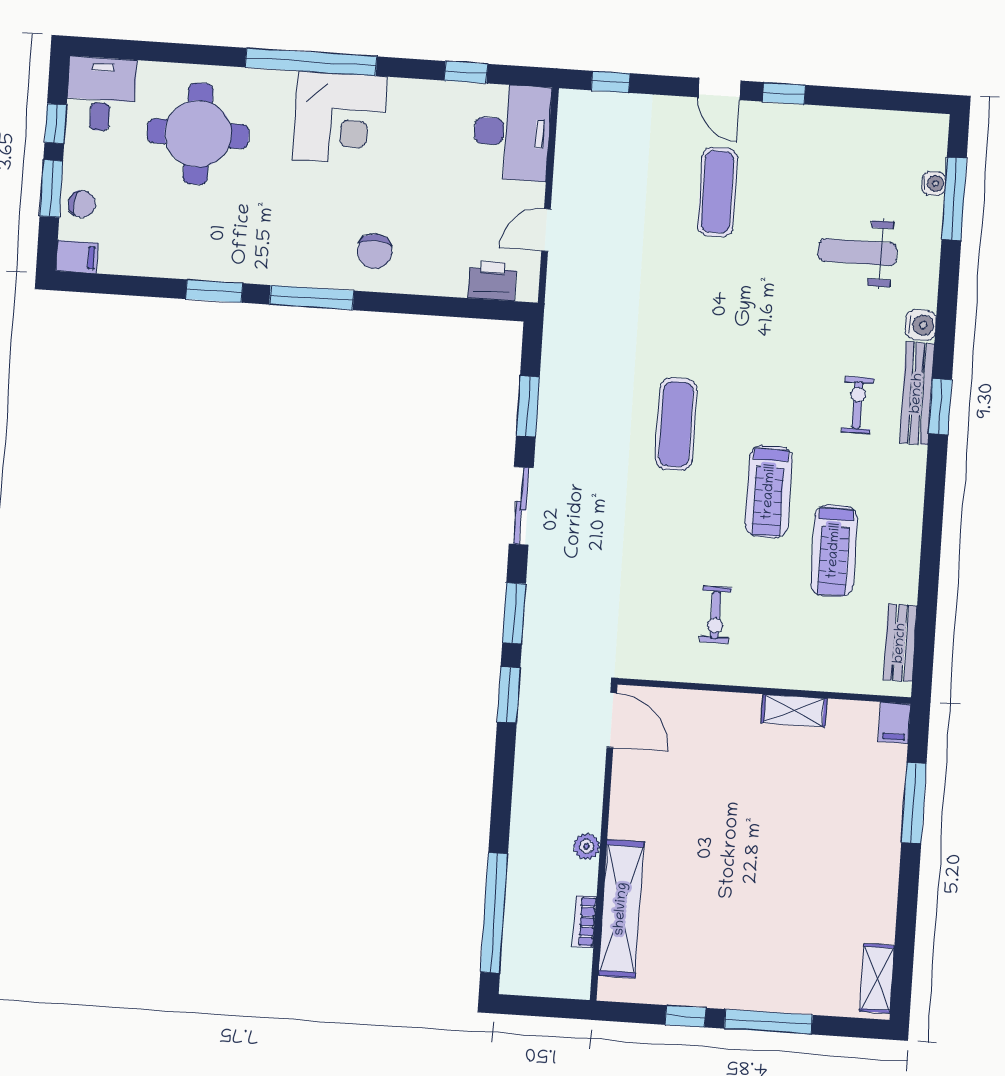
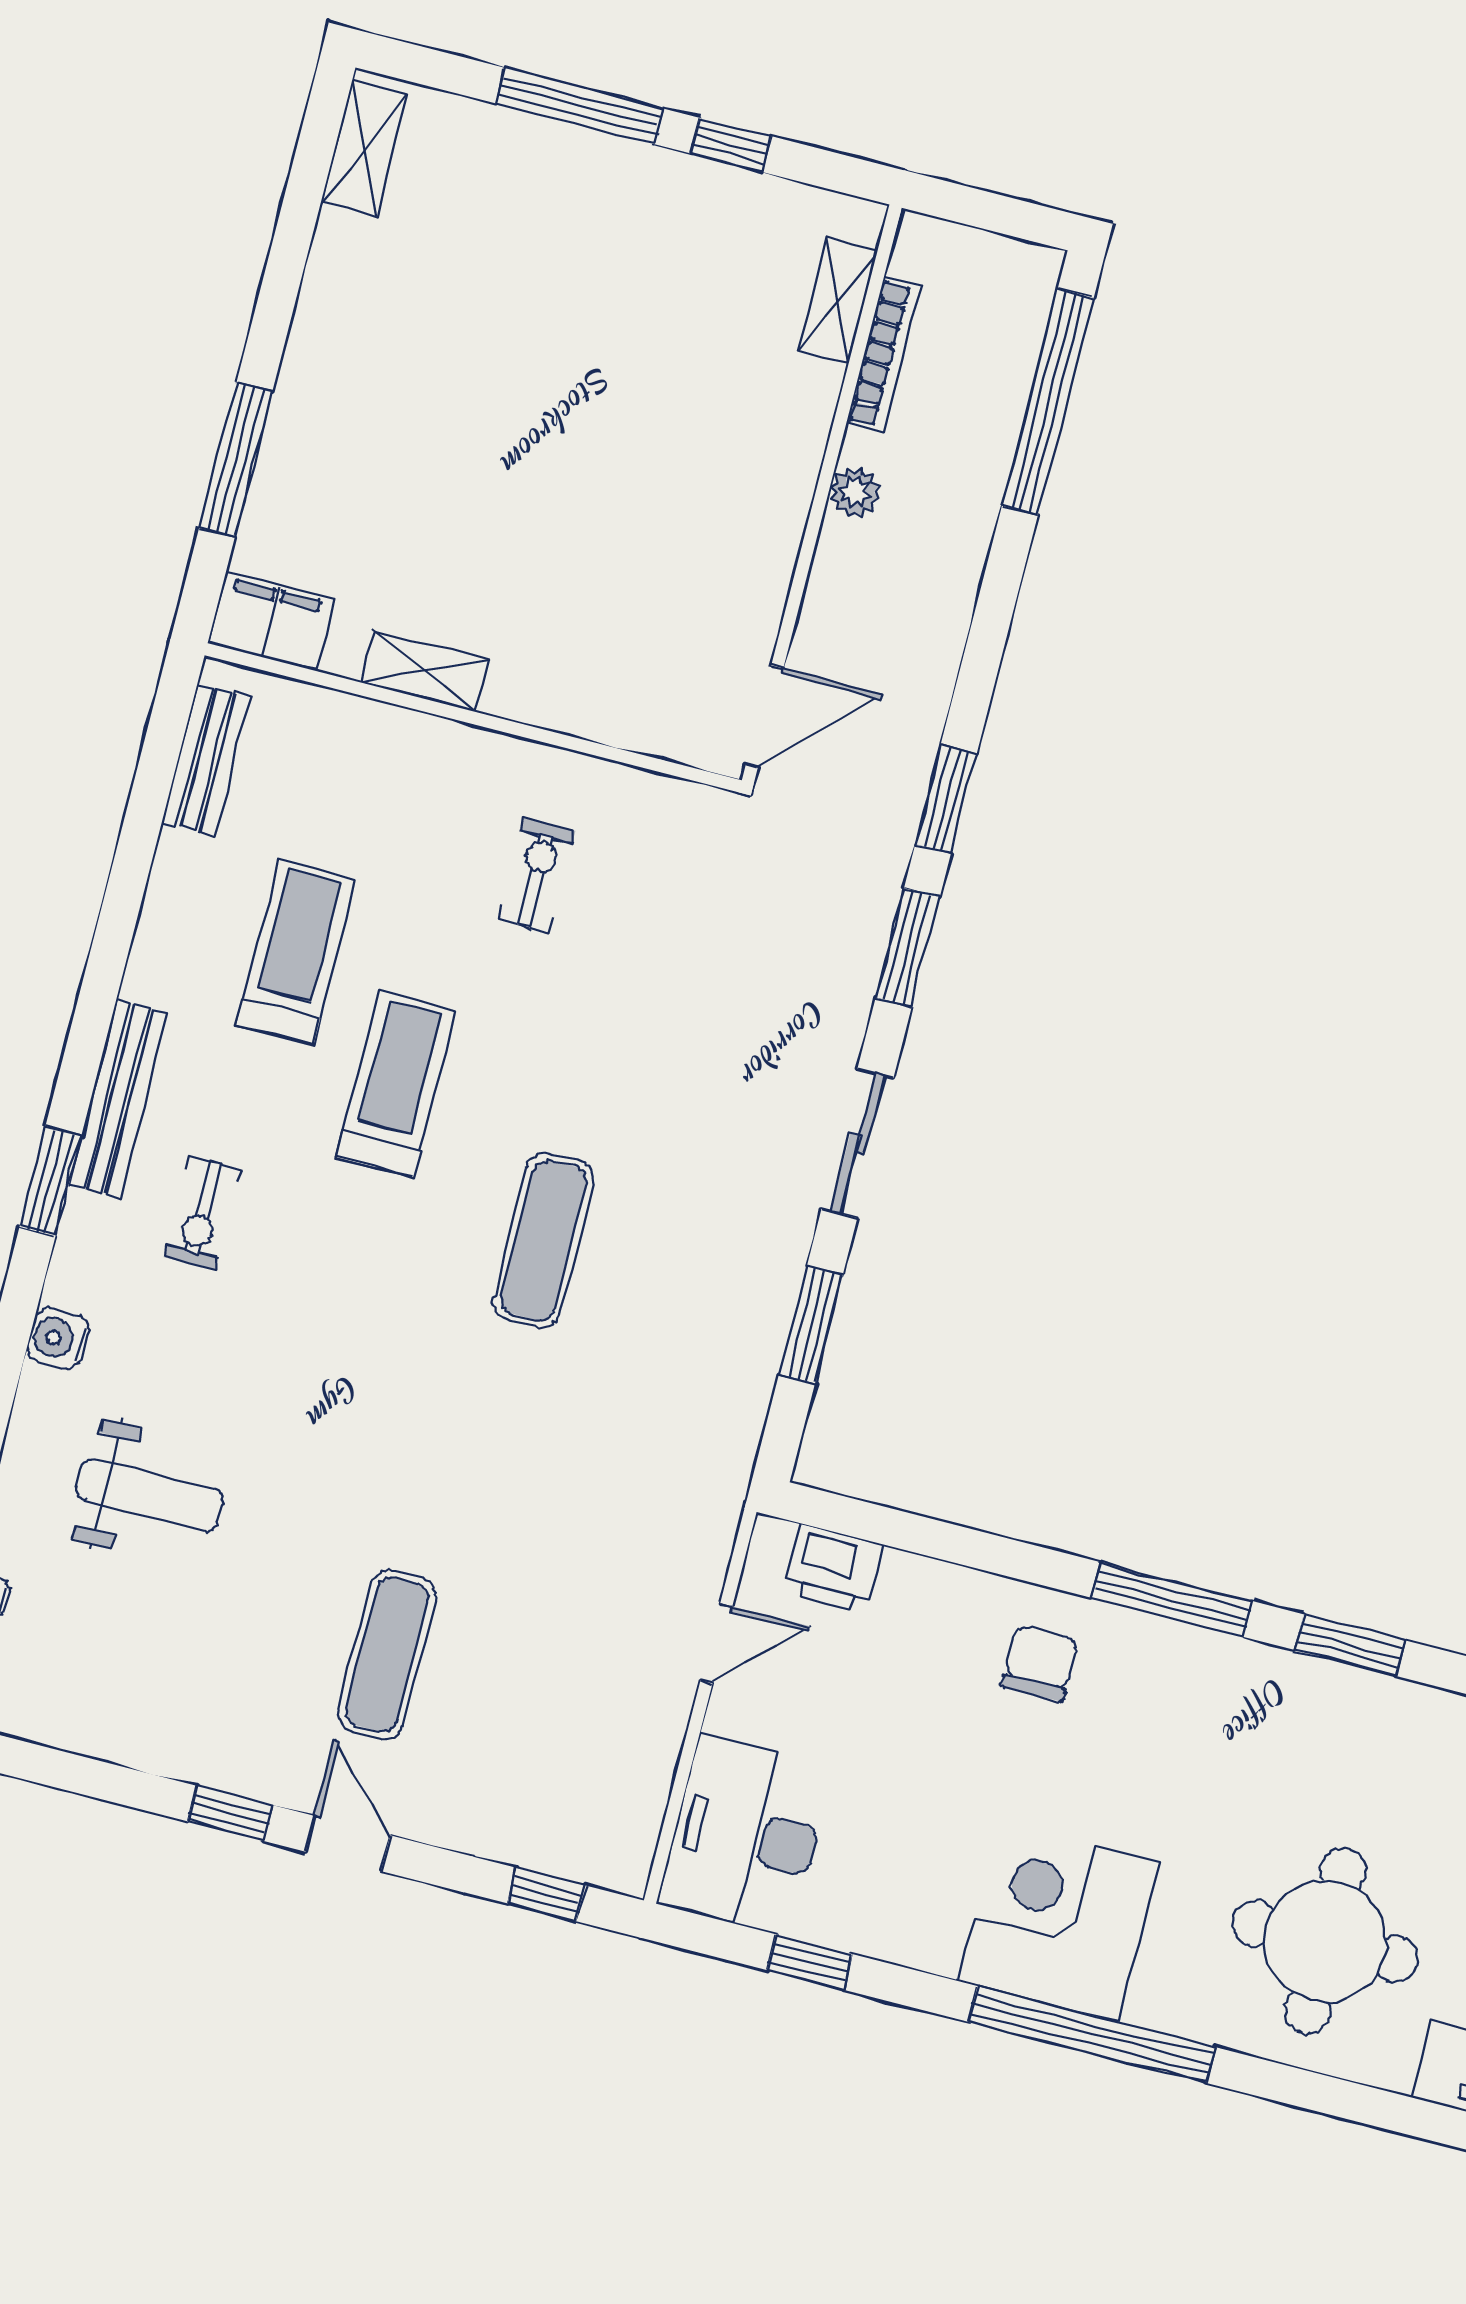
bench: (917, 393) -> (118, 1099), moved
door: (612, 720) -> (765, 717), swing flipped
filing cabinet: (894, 723) -> (271, 621), width x2.00
shelving: (621, 909) -> (838, 300), width x0.45, depth x0.75
bookcase: (585, 921) -> (884, 355), width x1.56

